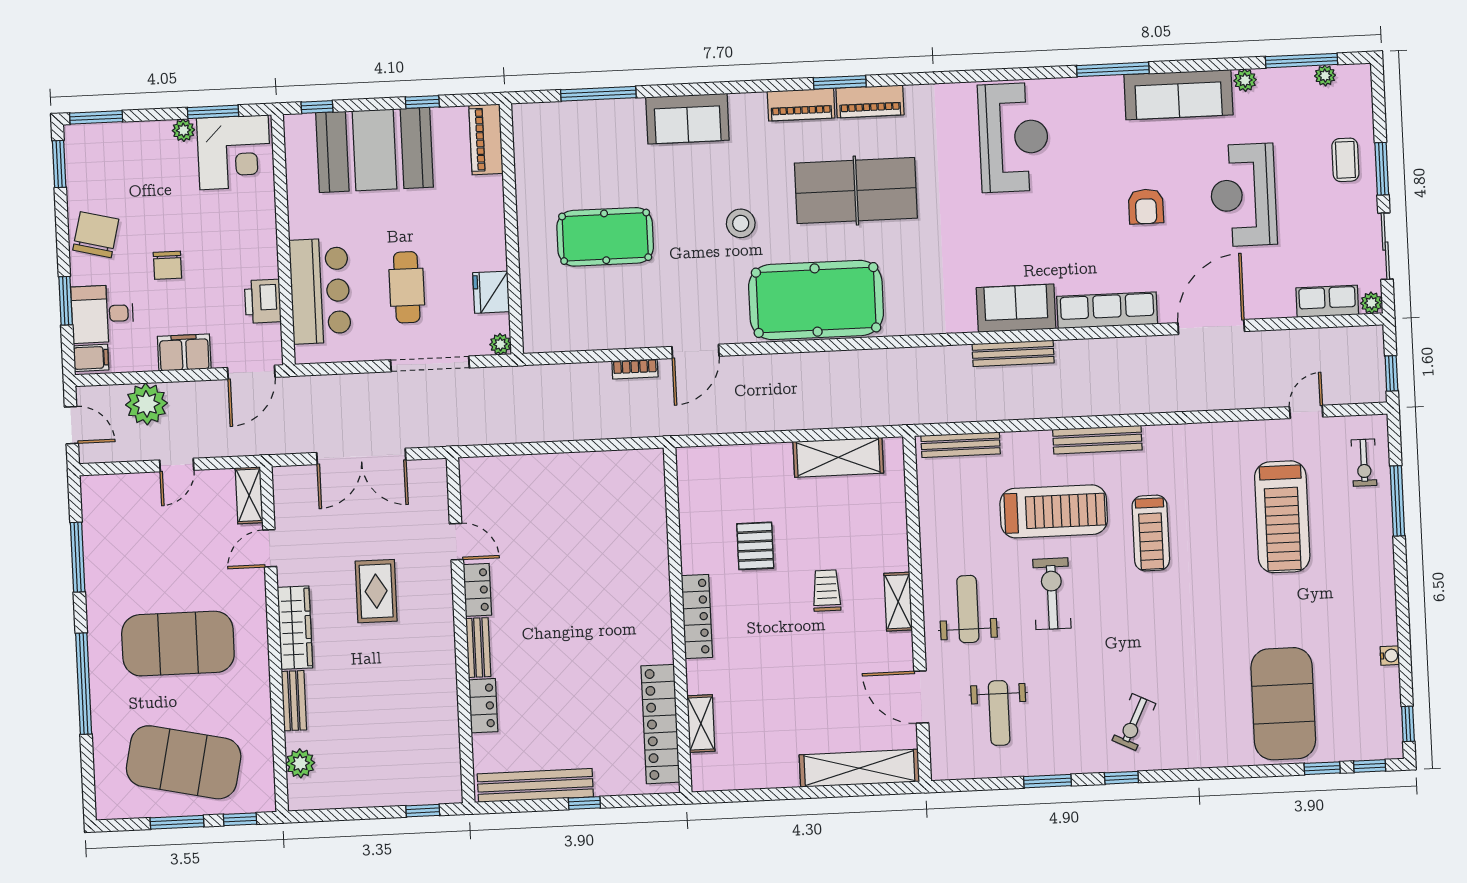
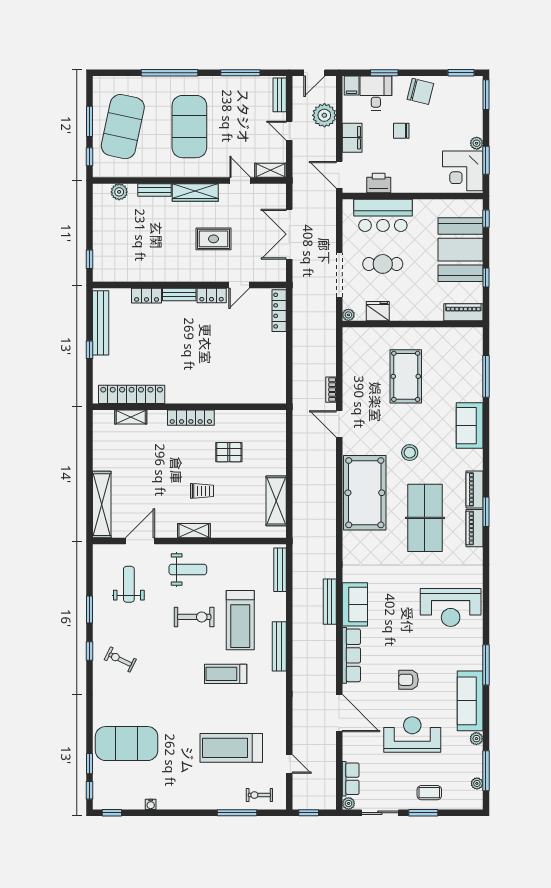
locker: (499, 468) -> (279, 311), added
bench: (114, 485) -> (280, 95), added
weight bench: (999, 713) -> (129, 584), turned 90

